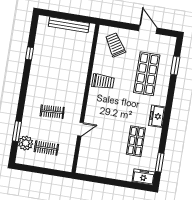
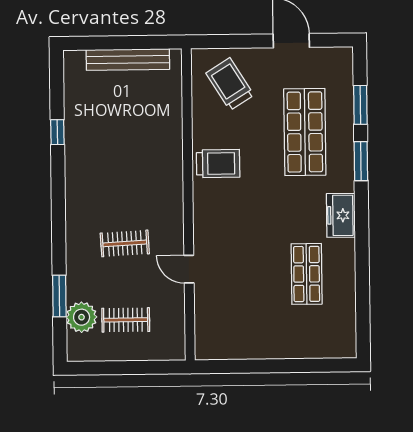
door: (81, 129) -> (189, 269), swing flipped
window: (160, 162) -> (361, 161), moved
freezer: (143, 177) -> (335, 344), removed

